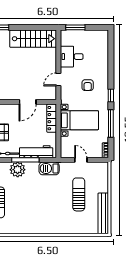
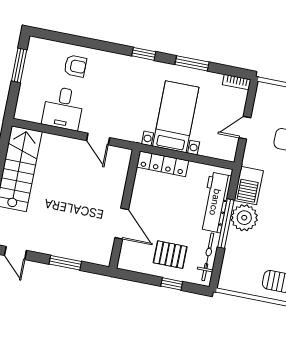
window: (75, 27) -> (19, 65), moved
armchair: (88, 85) -> (75, 66), moved
door: (28, 102) -> (122, 224), moved
window: (111, 123) -> (192, 63), width x0.69
plant: (18, 170) -> (244, 218), moved

